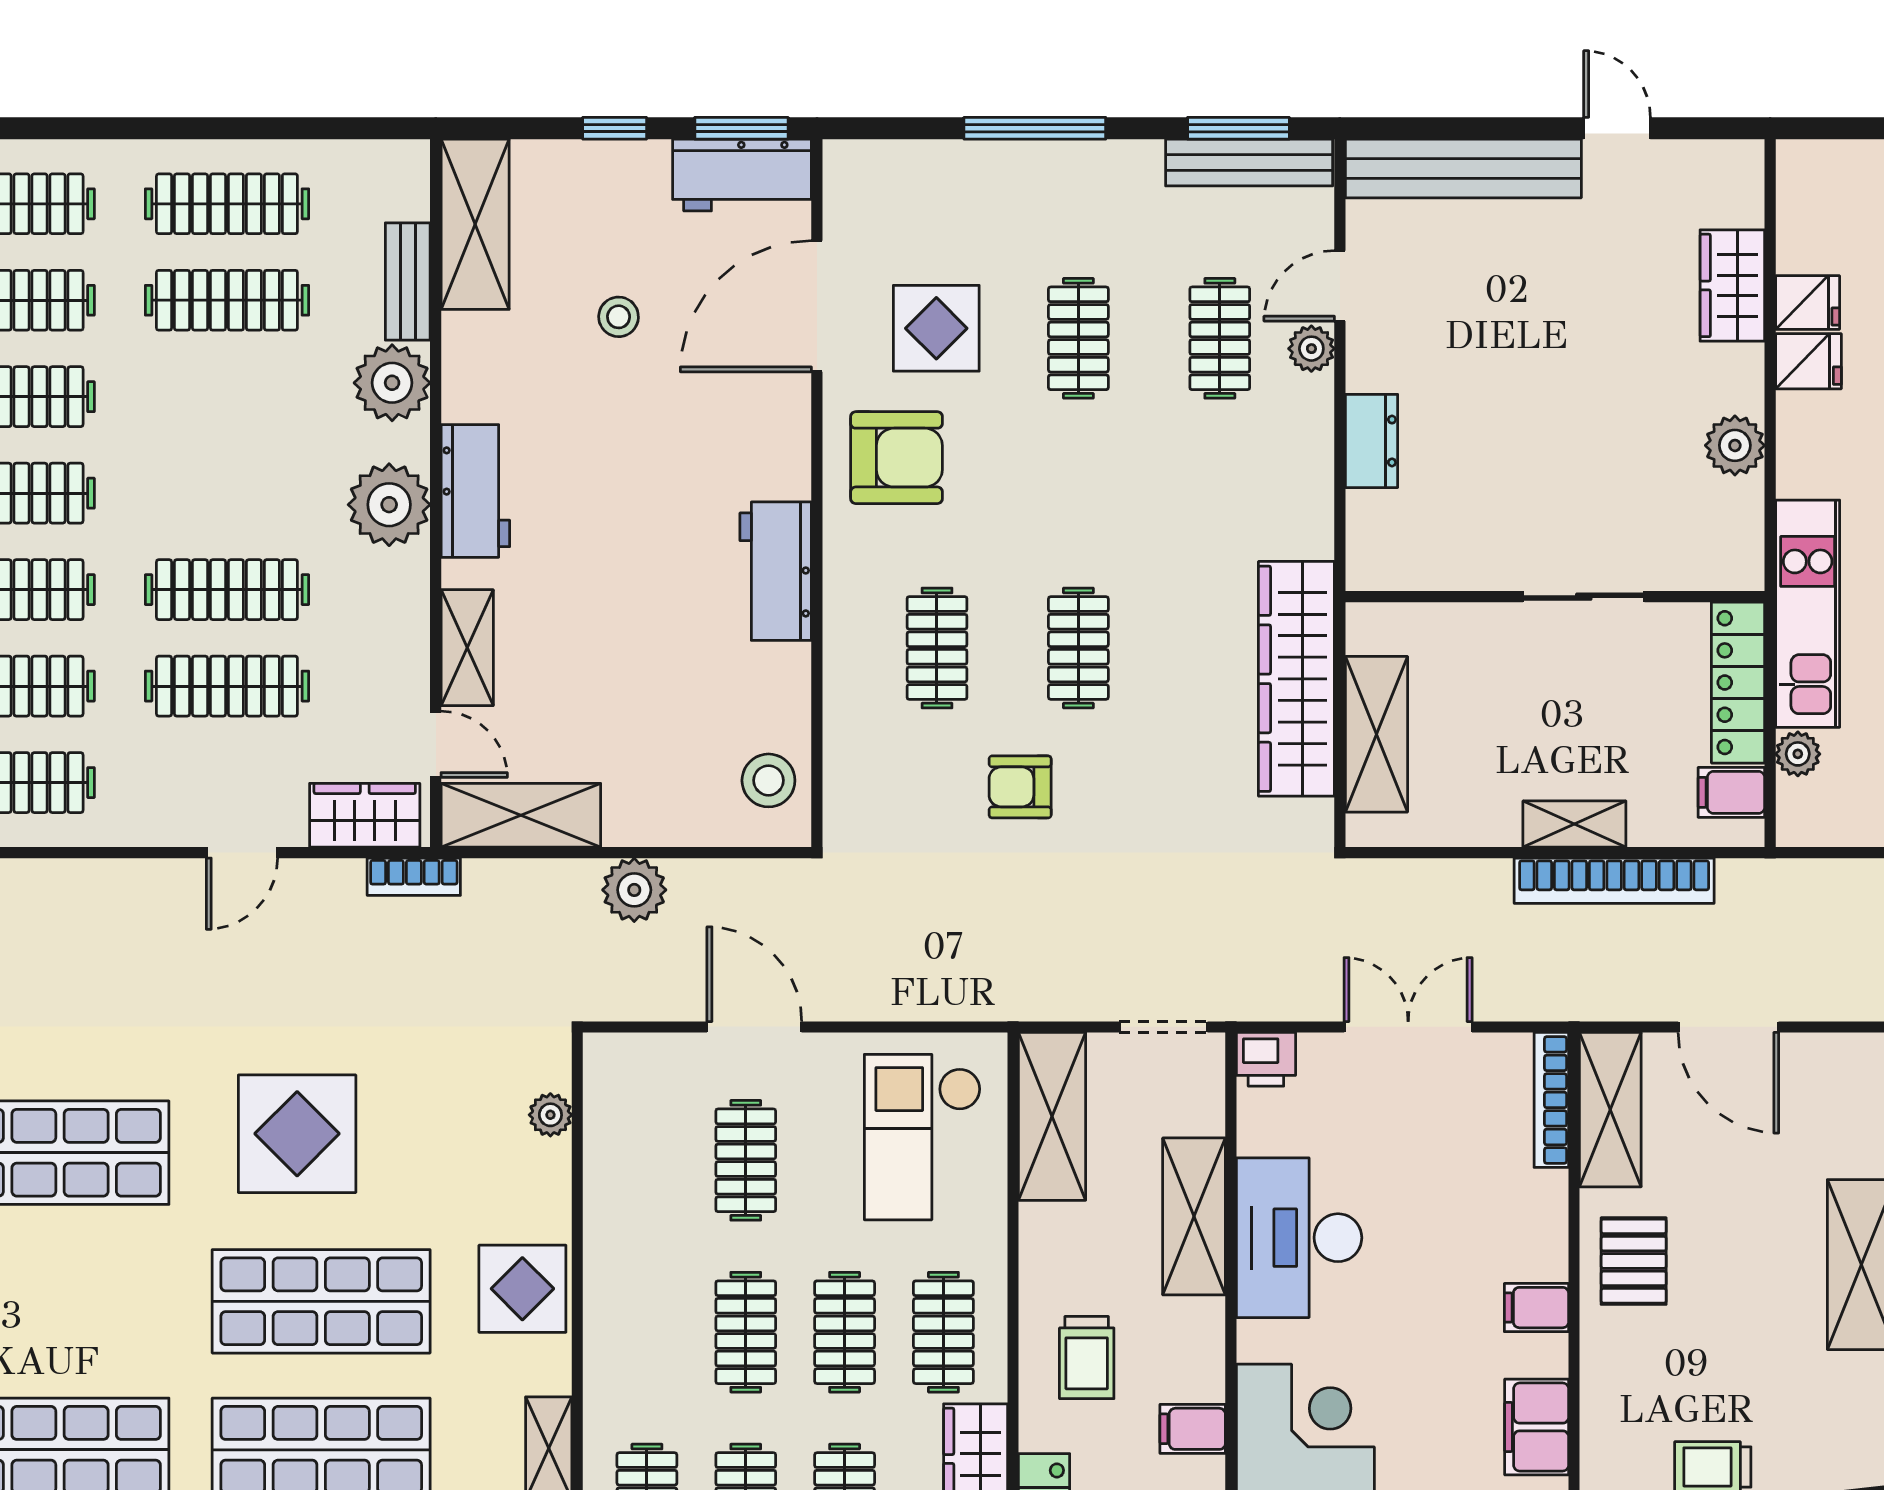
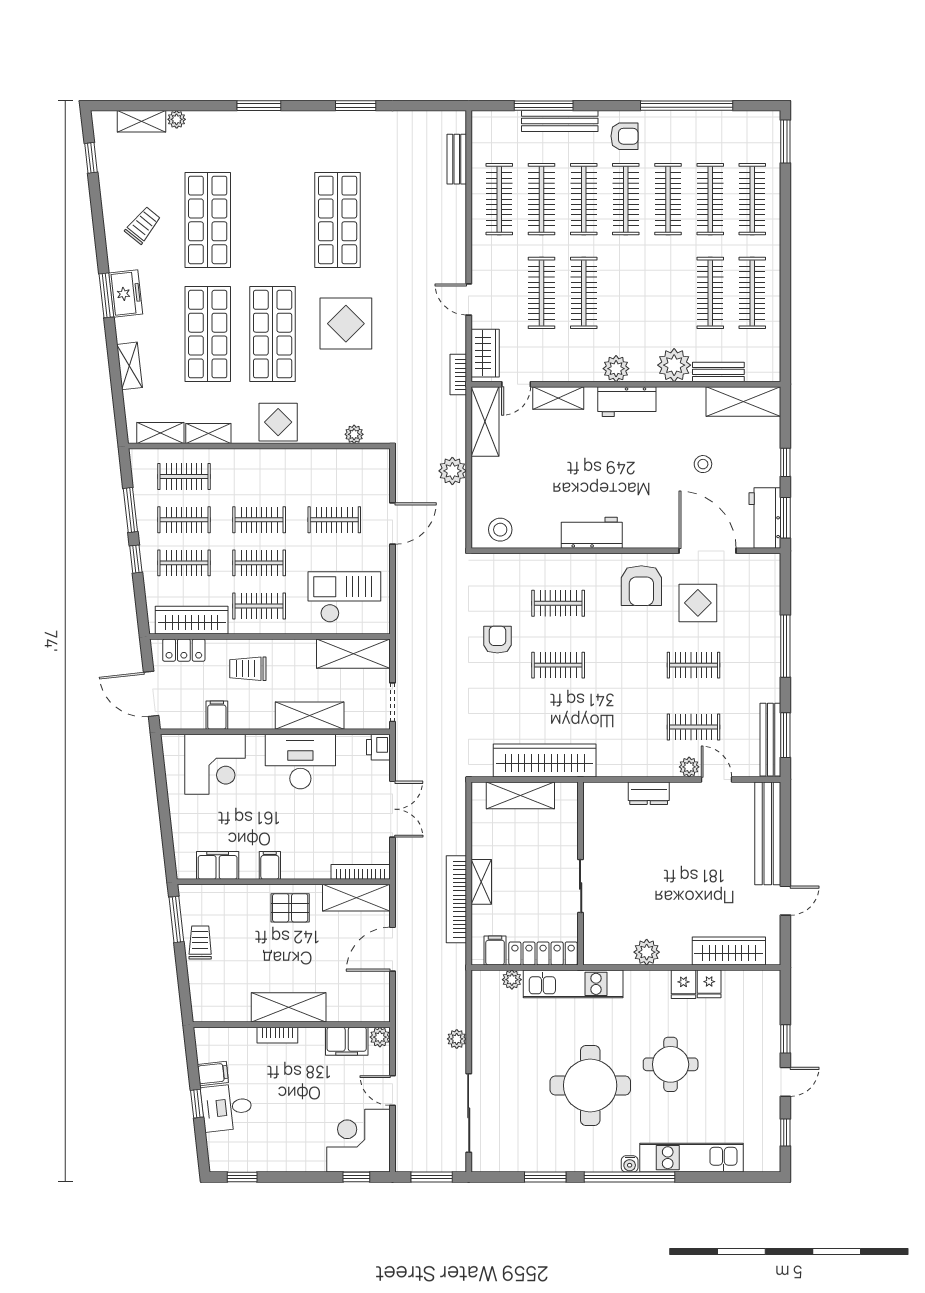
wardrobe: (1732, 285) -> (729, 951), width x1.50
plant: (389, 505) -> (616, 369), width x0.73, depth x0.73

